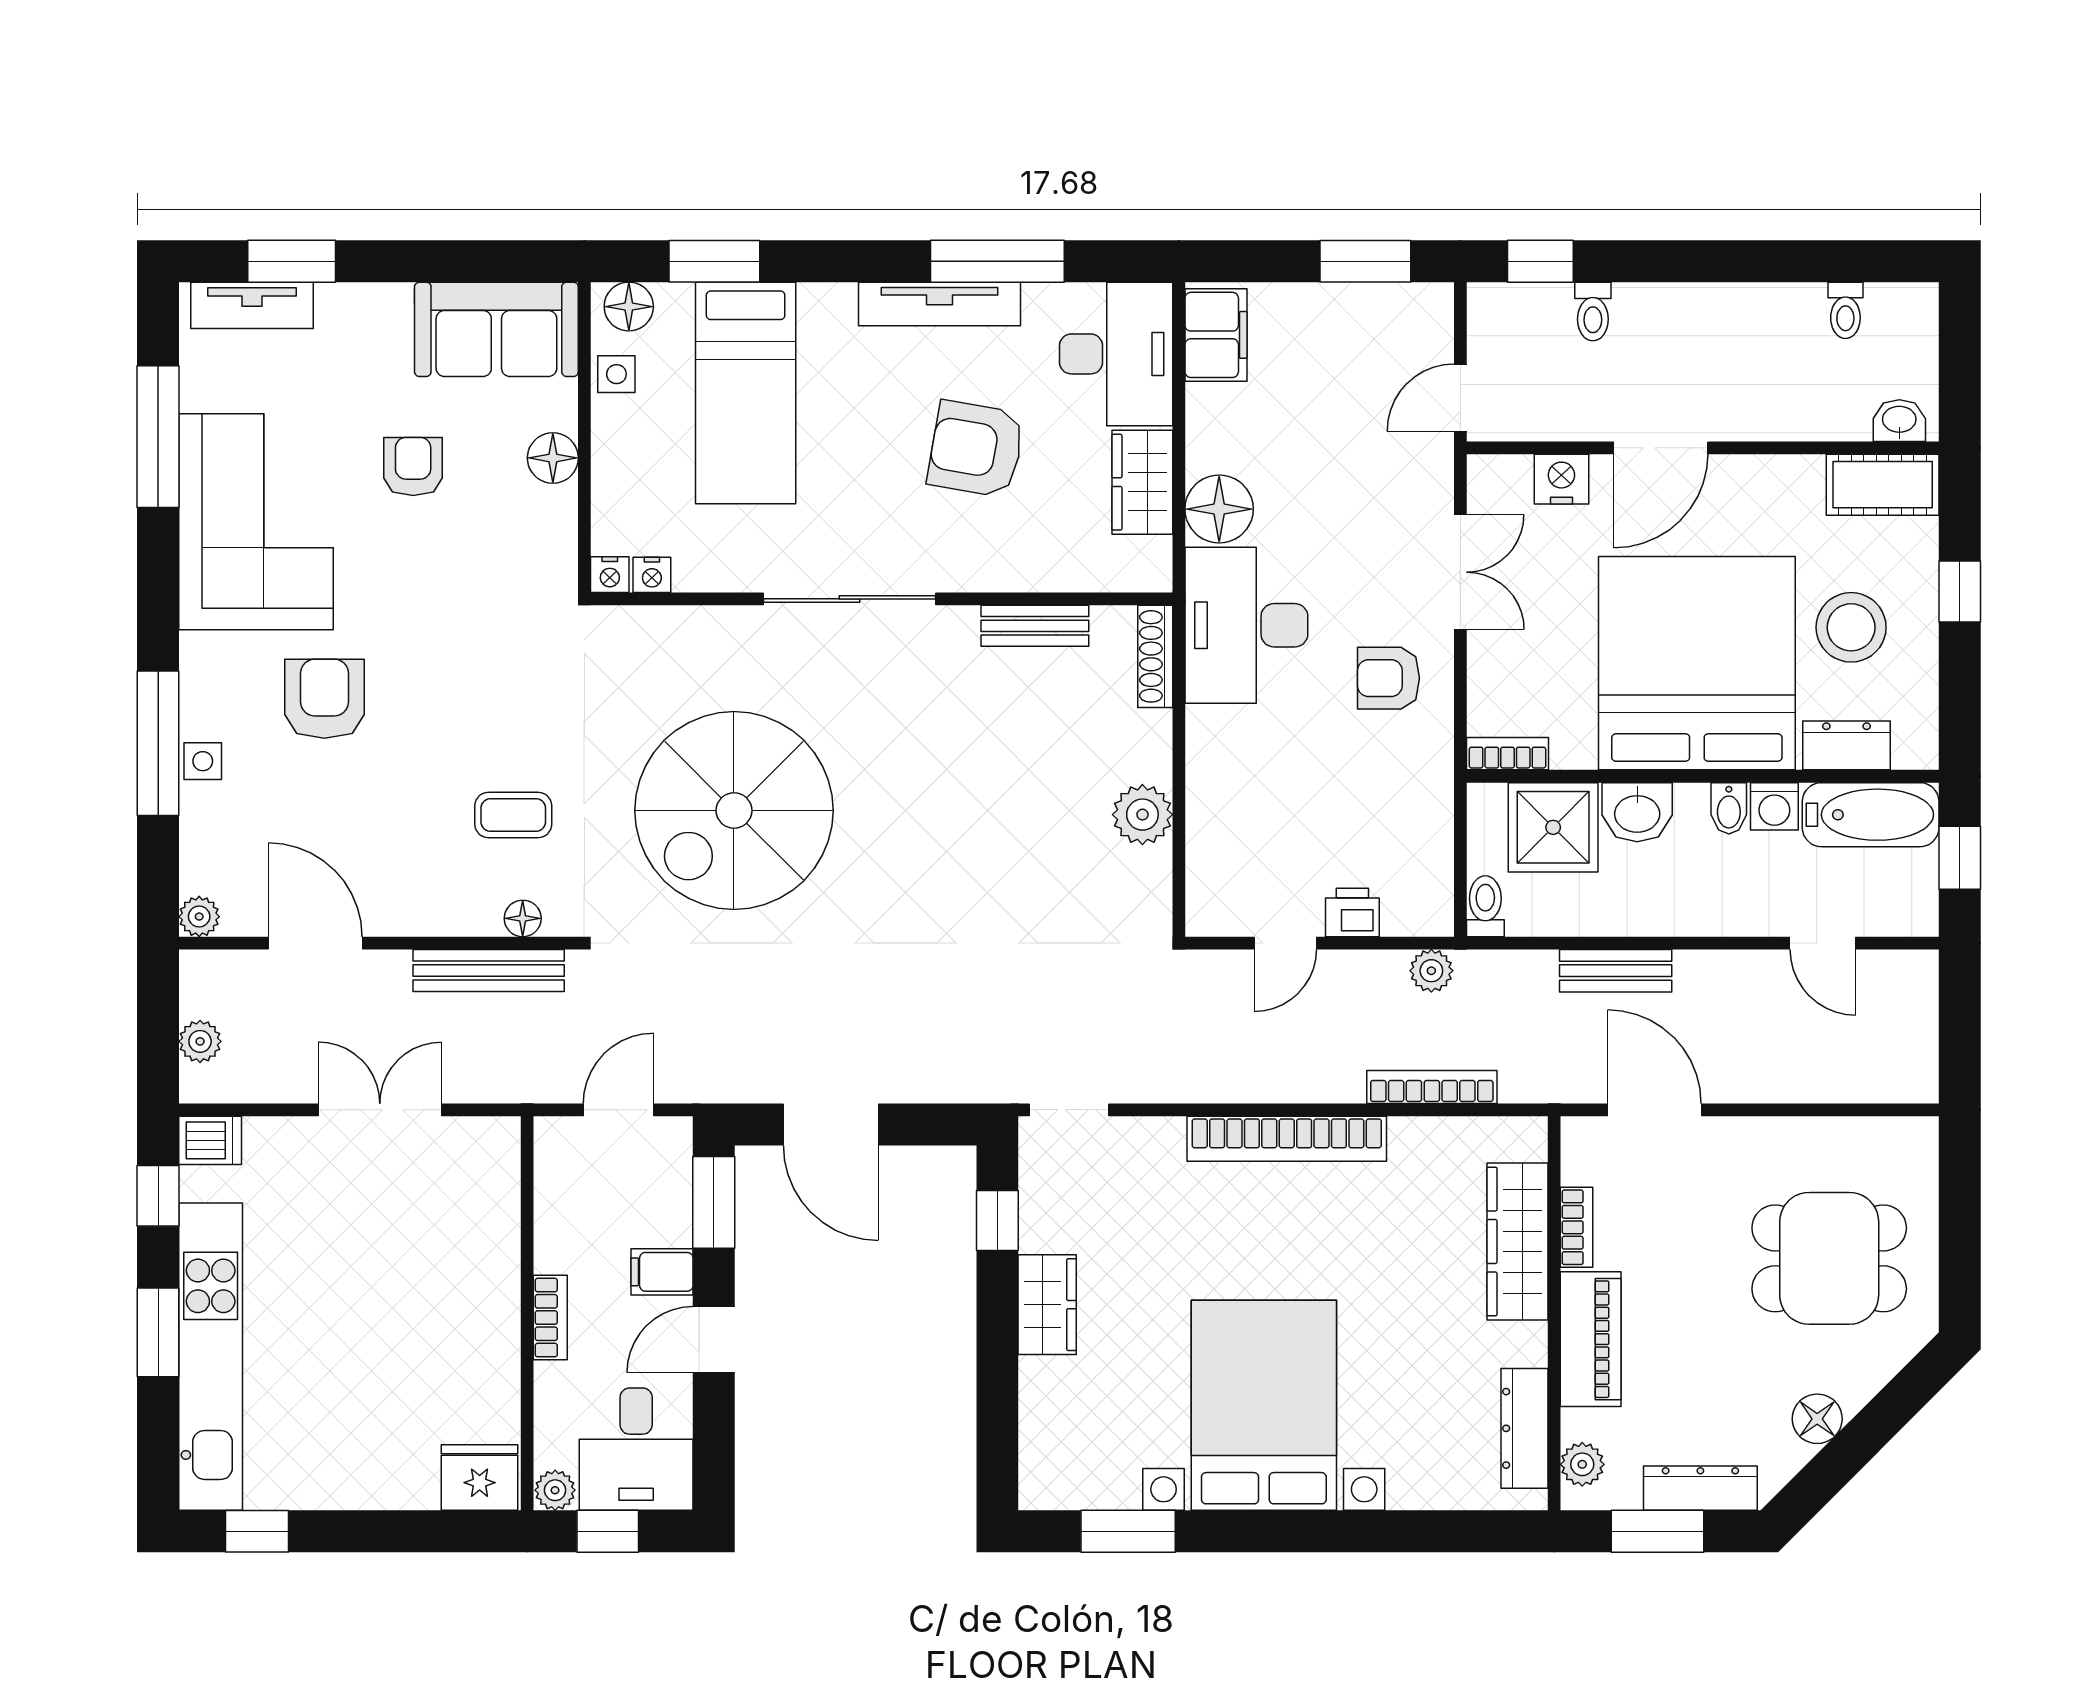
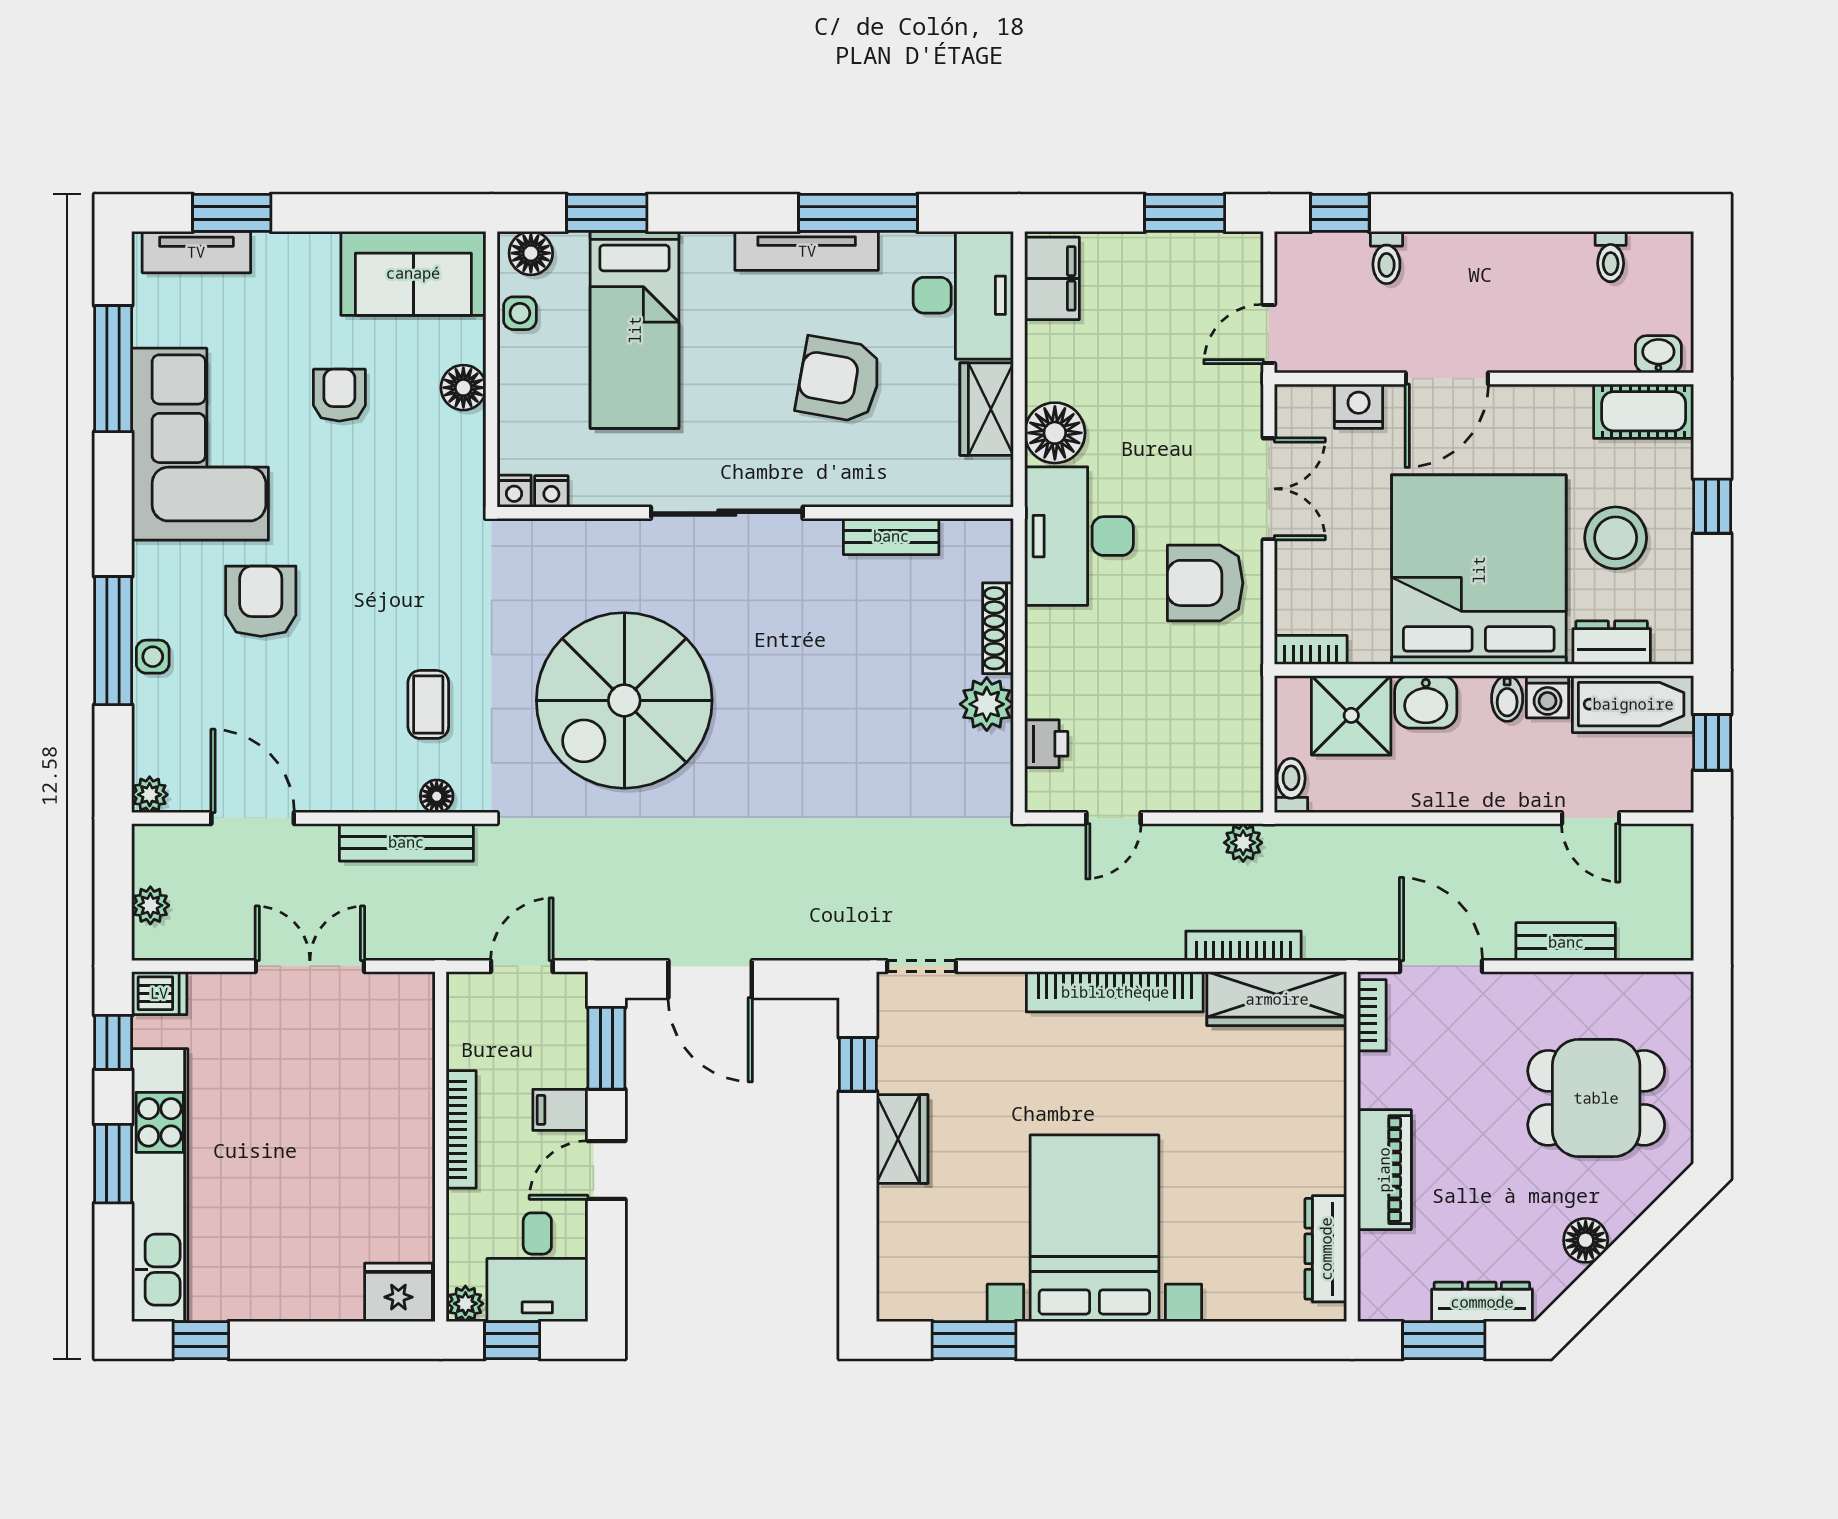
shoe rack: (1155, 656) -> (998, 628), moved
armchair: (1389, 678) -> (1205, 583), width x1.38, depth x1.38
coffee table: (513, 815) -> (428, 704), turned 90
printer: (1352, 912) -> (1046, 744), moved, turned 90
bench: (1616, 971) -> (1566, 942), moved
bookcase: (1576, 1227) -> (1372, 1015), moved
wardrobe: (1517, 1242) -> (1277, 999), moved, turned -90
bookcase: (550, 1318) -> (461, 1129), width x1.56
plant: (1582, 1464) -> (1377, 1281), removed

